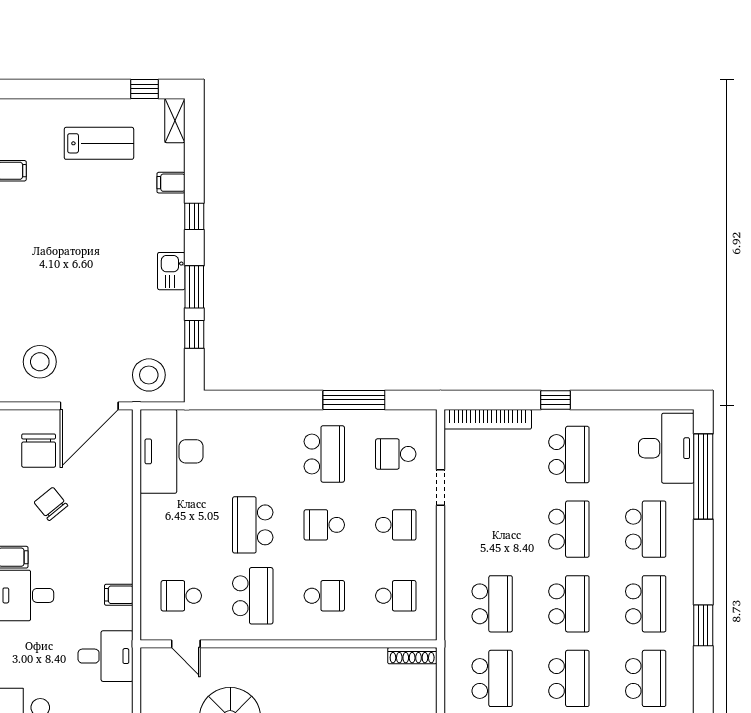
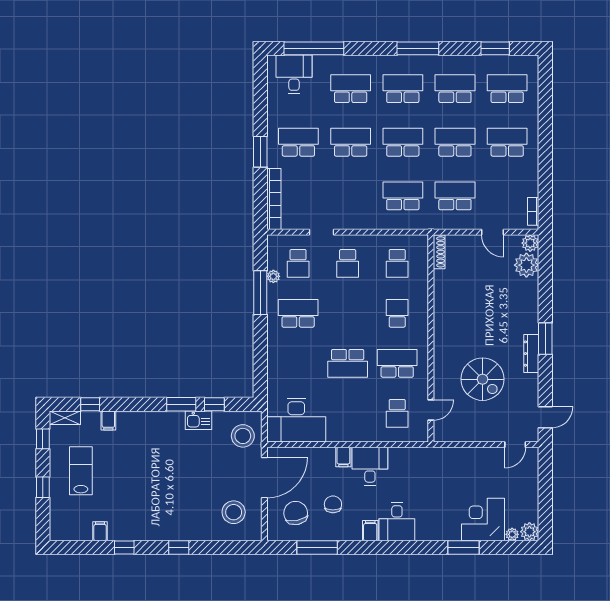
window: (75, 89) -> (43, 487), added
window: (194, 216) -> (90, 404), moved
kitchen sink: (171, 271) -> (199, 420), moved
window: (555, 400) -> (260, 152), width x1.50
door: (89, 406) -> (264, 478), hinge flipped
plant: (377, 419) -> (273, 276), added
desk: (666, 448) -> (294, 74), width x0.73
chair: (39, 451) -> (296, 513), turned -101
chair: (51, 504) -> (333, 504), turned 129
school desk: (324, 525) -> (348, 313), removed
school desk: (396, 525) -> (348, 263), turned 180
filing cabinet: (119, 595) -> (343, 457), moved
school desk: (396, 596) -> (397, 263), turned 180
window: (703, 625) -> (418, 48), width x1.44
desk: (106, 656) -> (370, 466), moved

